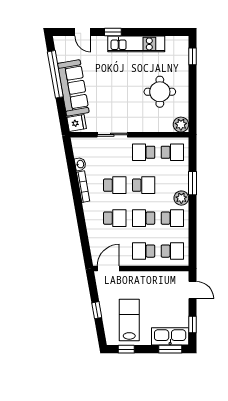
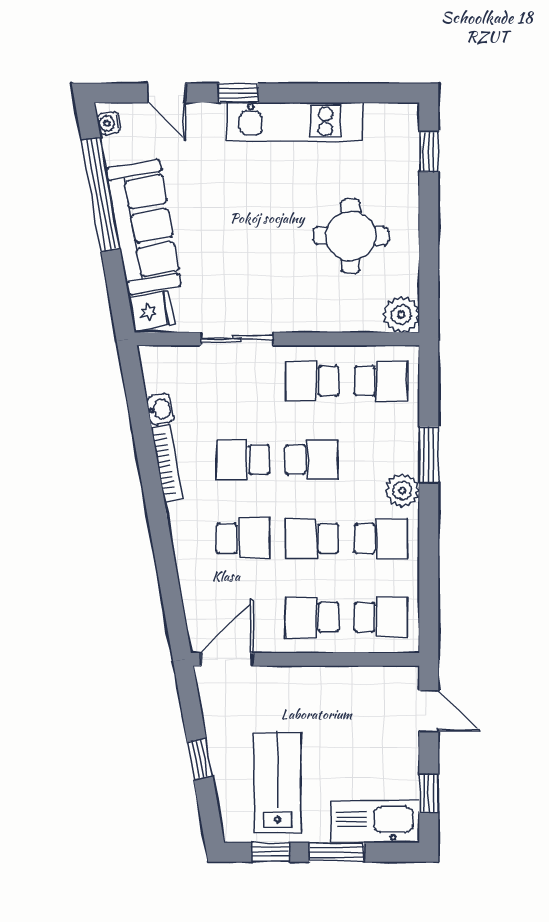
water cooler: (59, 45) -> (109, 123), added
school desk: (115, 185) -> (243, 460), turned 180
window: (170, 349) -> (336, 852), moved

